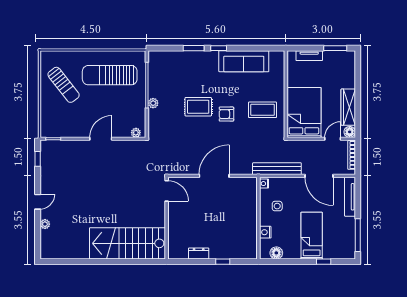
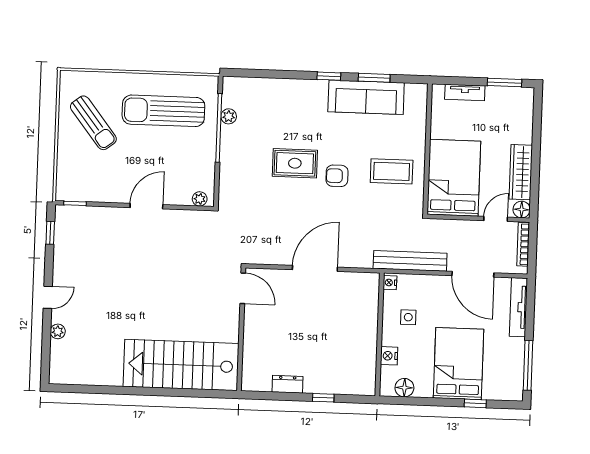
window: (194, 48) -> (374, 78), moved
plant: (153, 103) -> (229, 116), moved
bed: (312, 236) -> (459, 364), width x1.50

